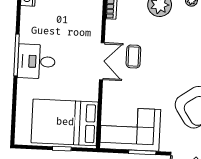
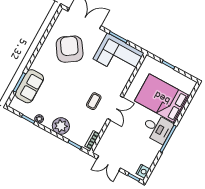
double door: (102, 61) -> (115, 108), swing flipped
bed: (65, 122) -> (162, 98), moved, turned 180

